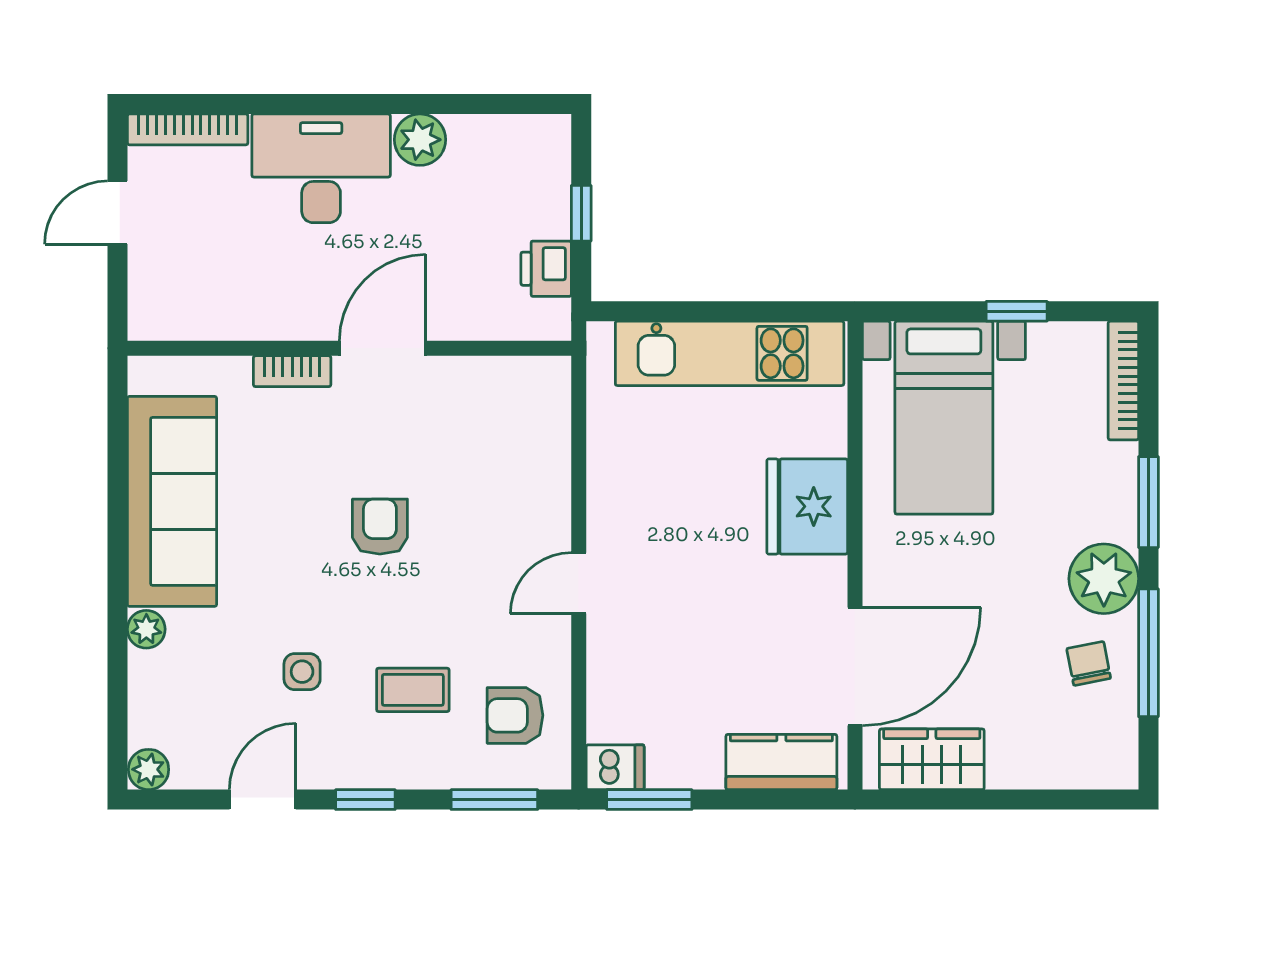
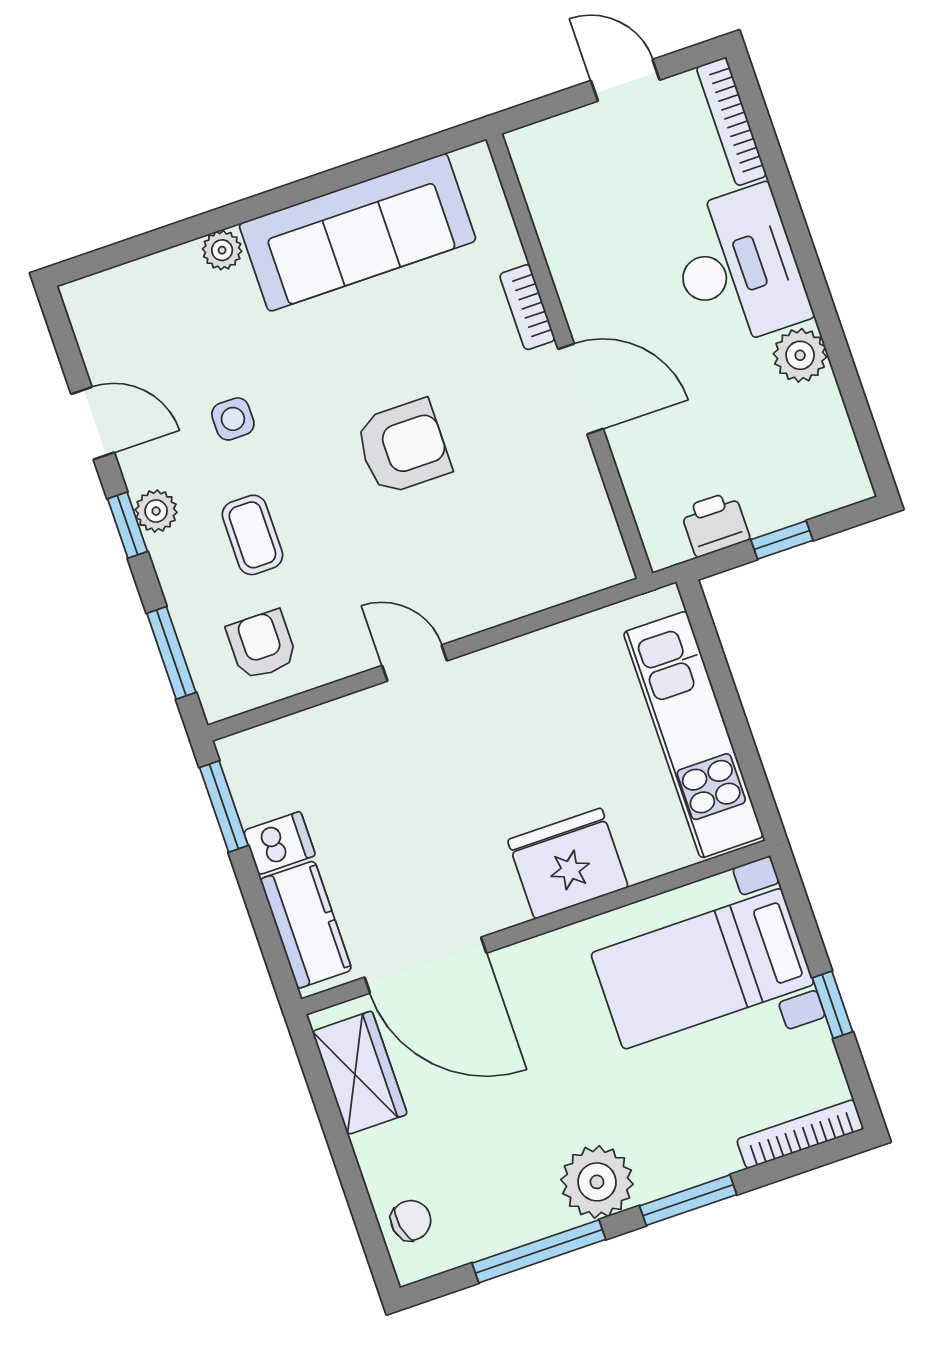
armchair: (380, 527) -> (403, 447), width x1.38, depth x1.38
chair: (1089, 663) -> (411, 1220), moved
dishwasher: (615, 767) -> (279, 843), moved, turned -90
plant: (149, 769) -> (156, 511), moved

